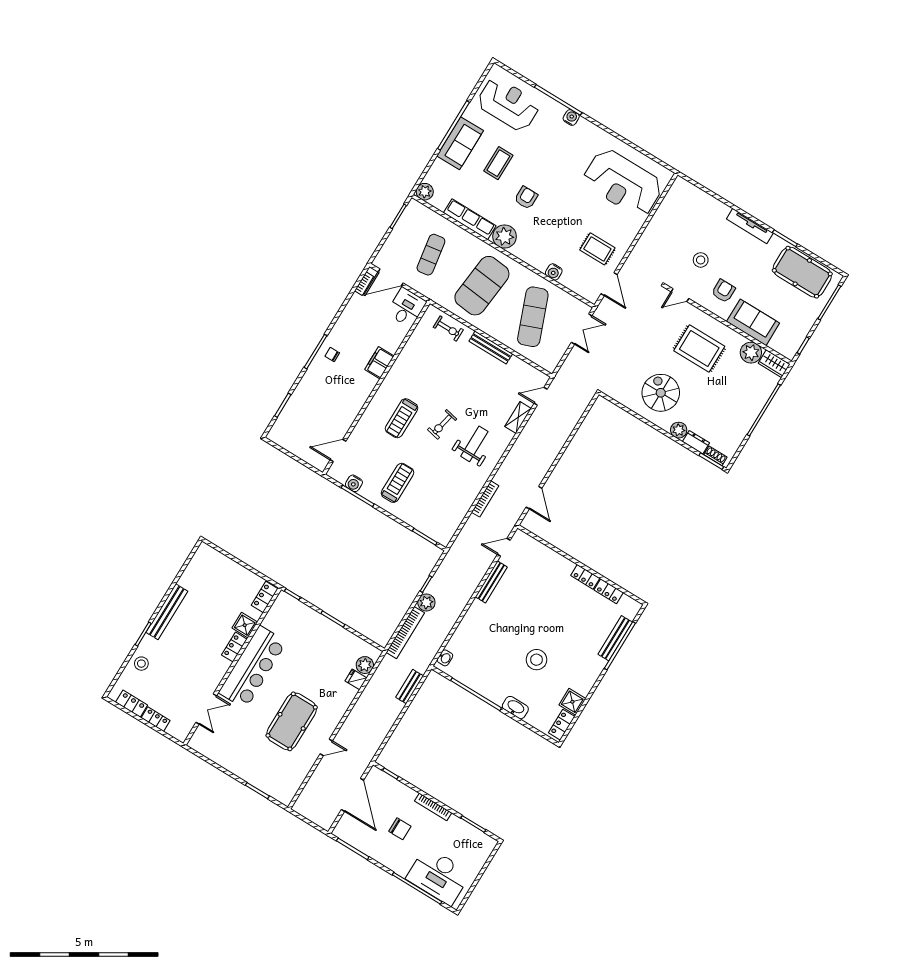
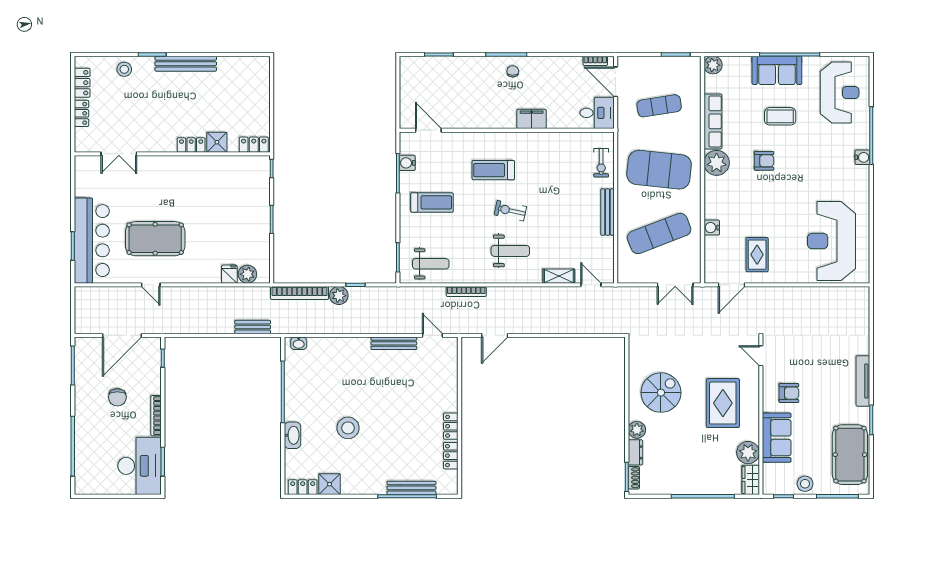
stool: (701, 260) -> (805, 484), moved
weight bench: (446, 514) -> (431, 264), added
bar counter: (253, 667) -> (92, 241), moved, turned -90
desk: (438, 876) -> (140, 466), moved, turned 180

